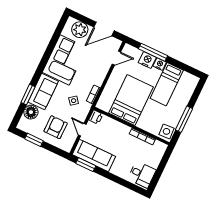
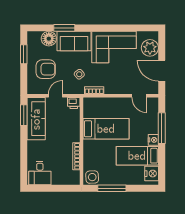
nightstand: (147, 60) -> (152, 174), moved
bed: (131, 100) -> (106, 129), width x0.67

